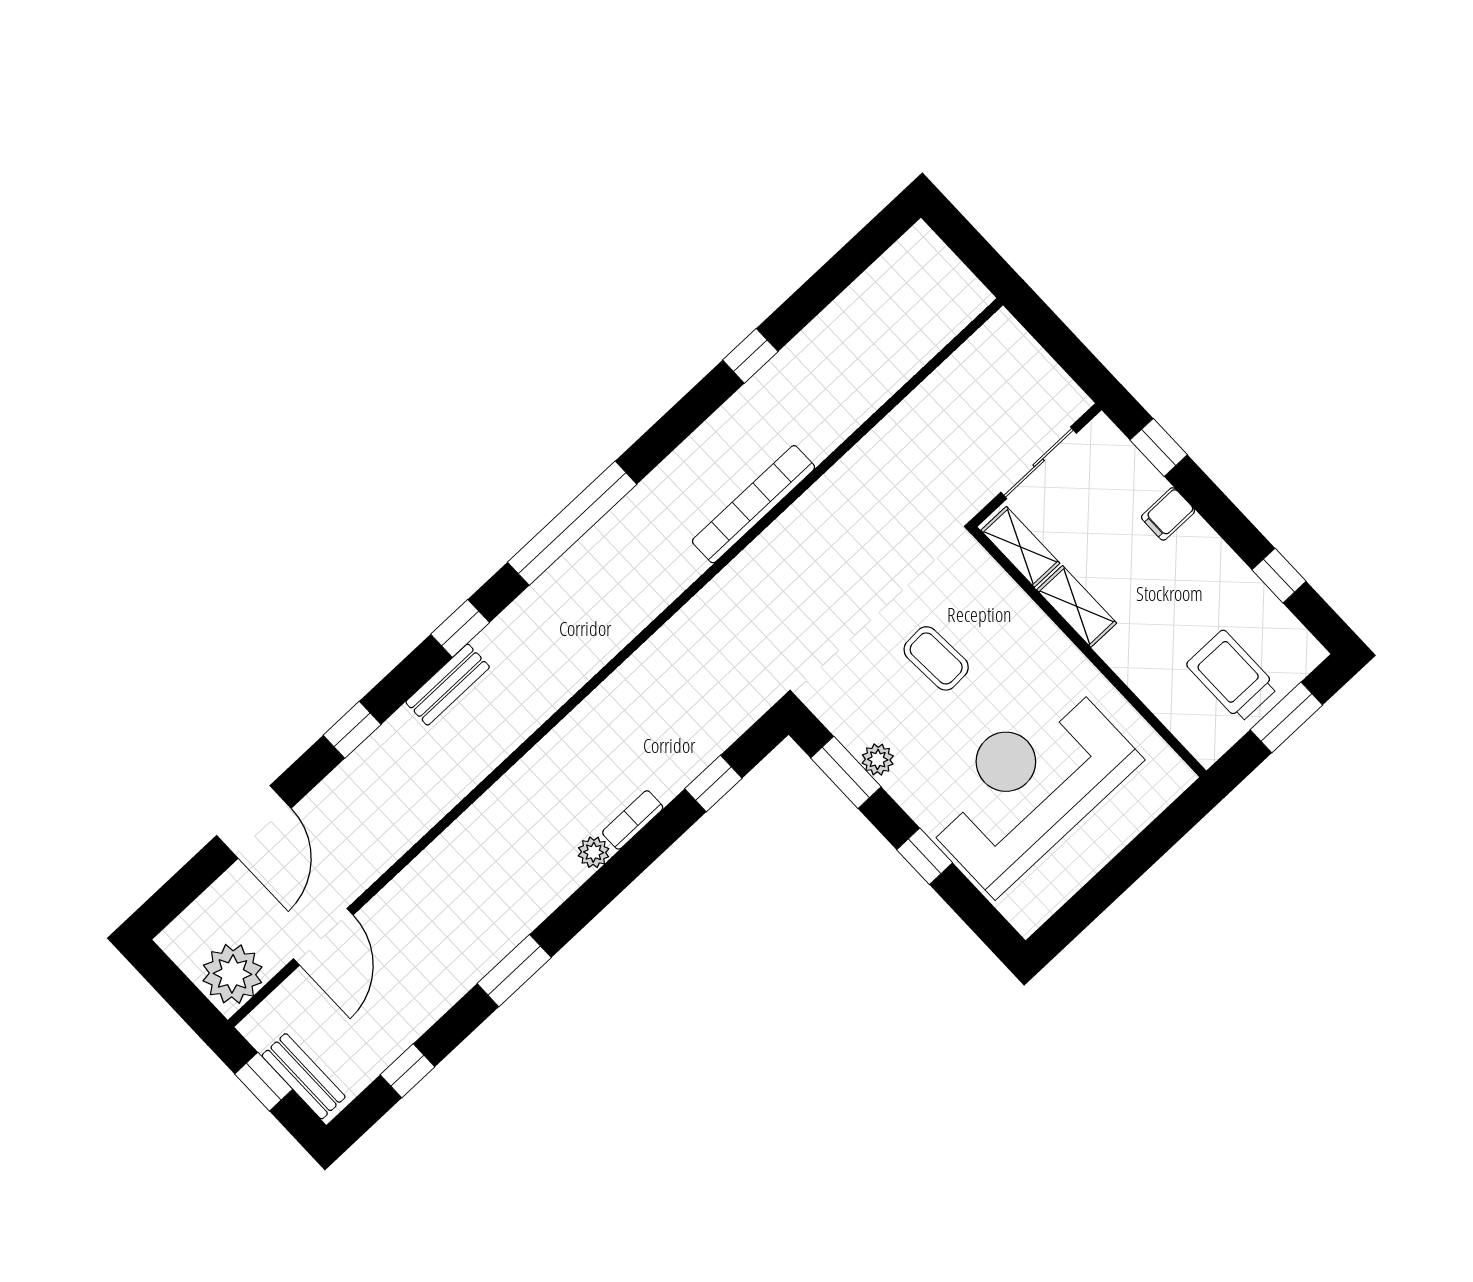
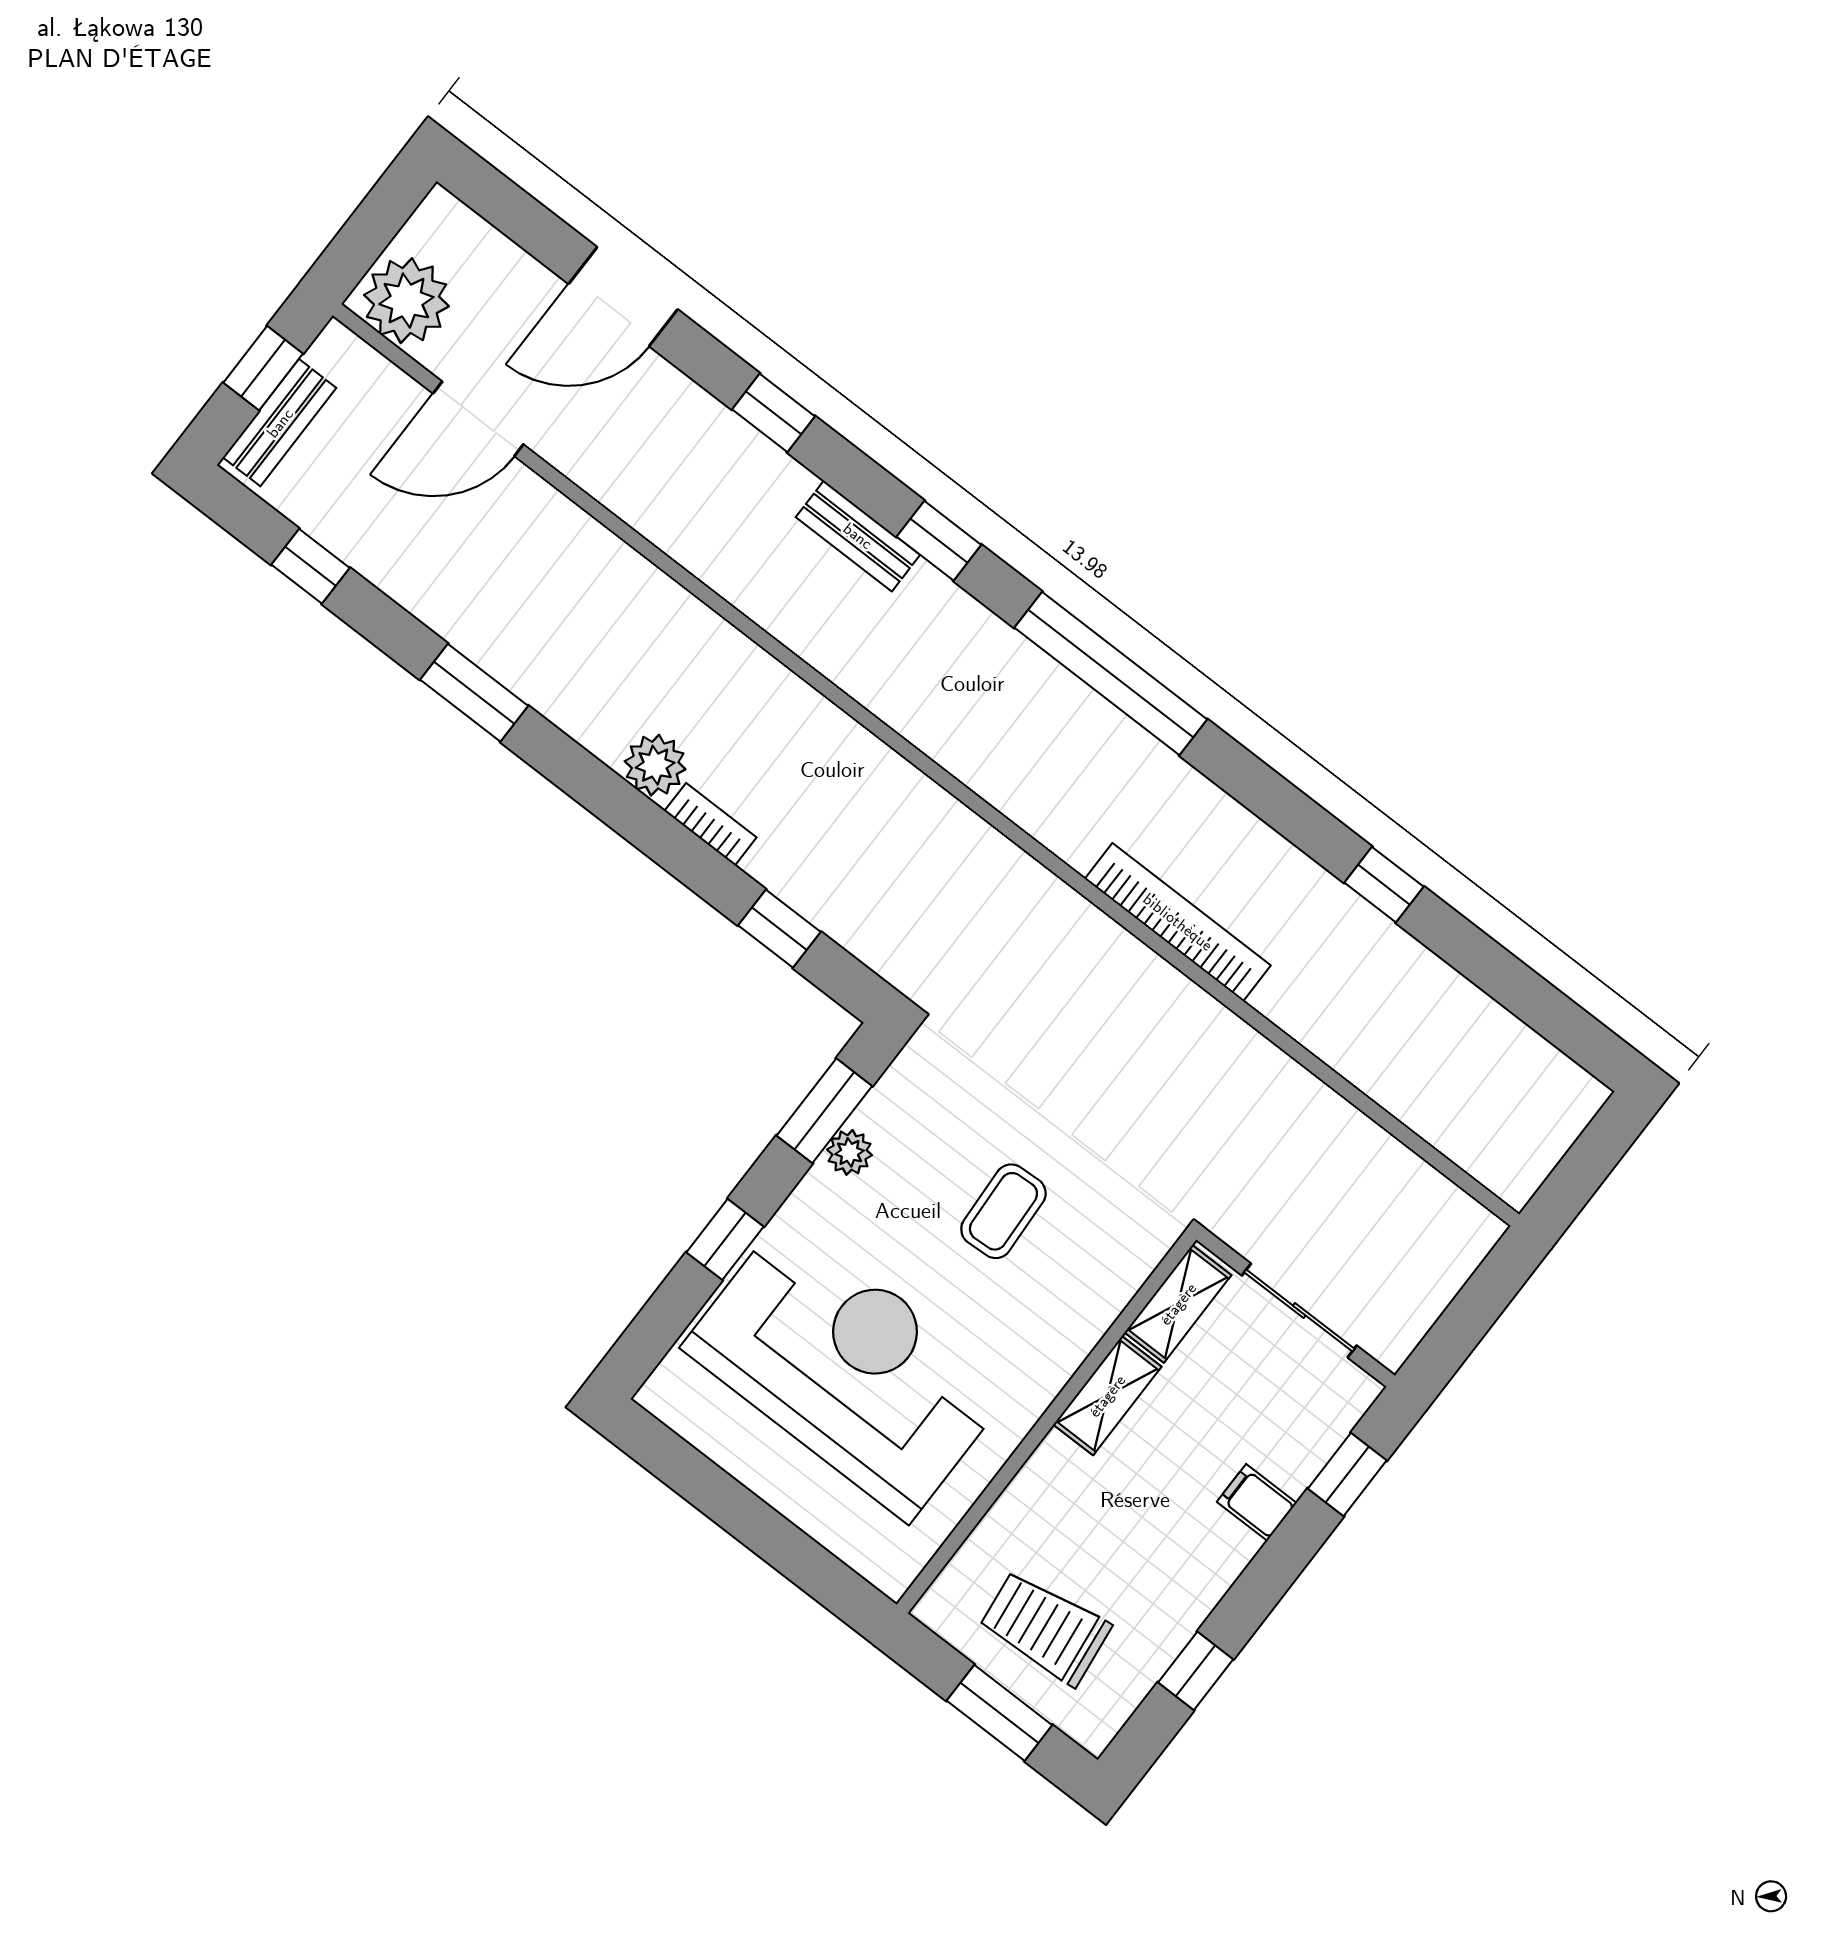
trolley: (1232, 676) -> (1045, 1628), turned -97
plant: (594, 852) -> (655, 765), width x1.38, depth x1.38

